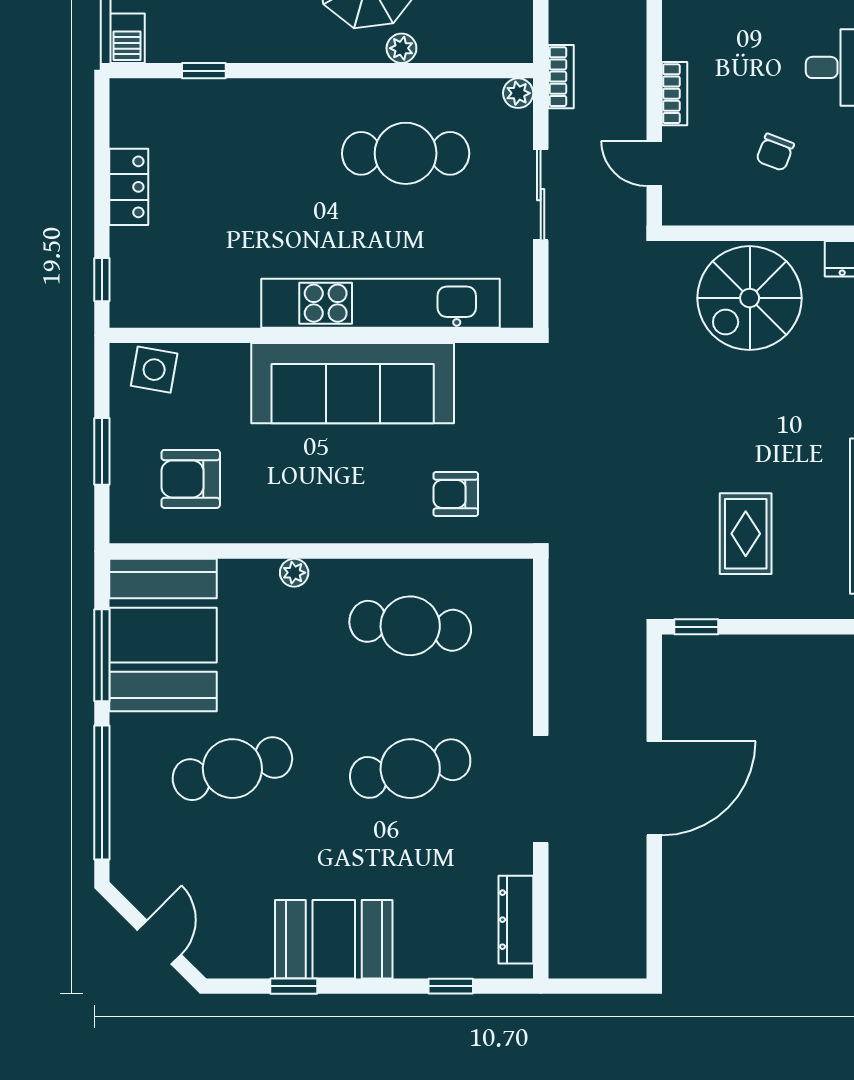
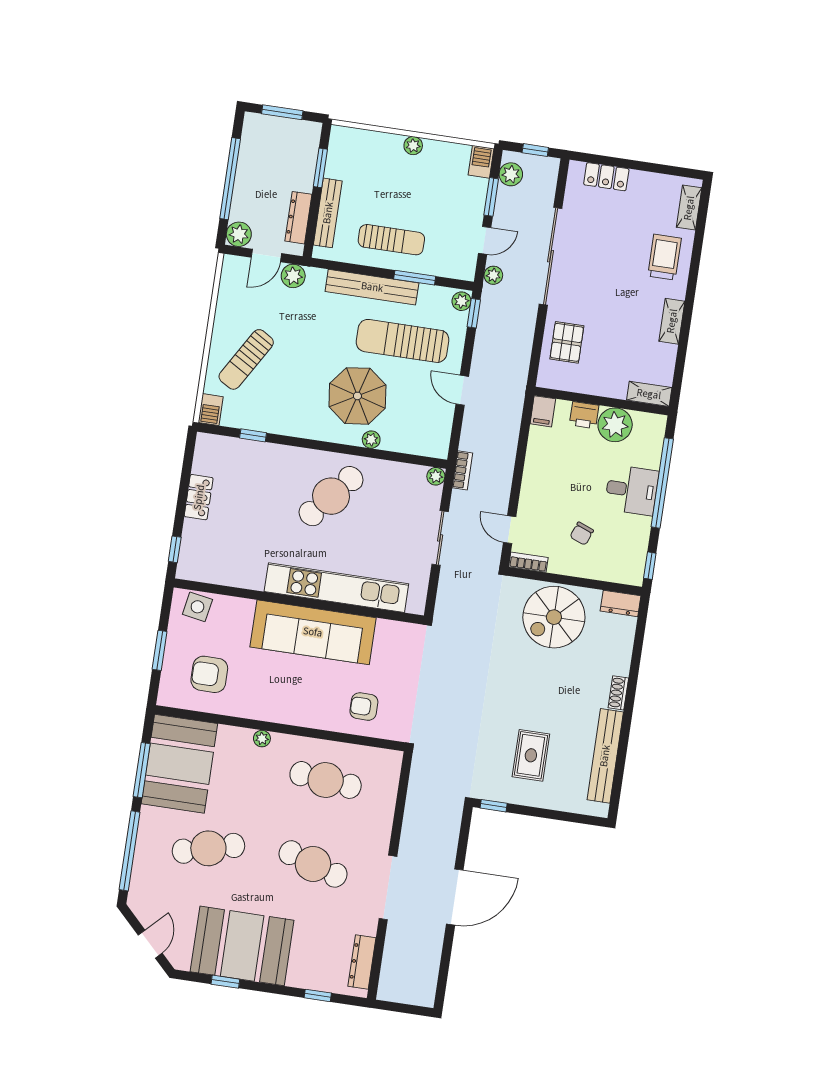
bookcase: (674, 94) -> (528, 562), moved, turned -90
cafe table: (406, 153) -> (331, 496), moved, turned -50
cafe table: (410, 769) -> (313, 864), turned 30
booth: (334, 939) -> (242, 946), width x1.36, depth x1.42

